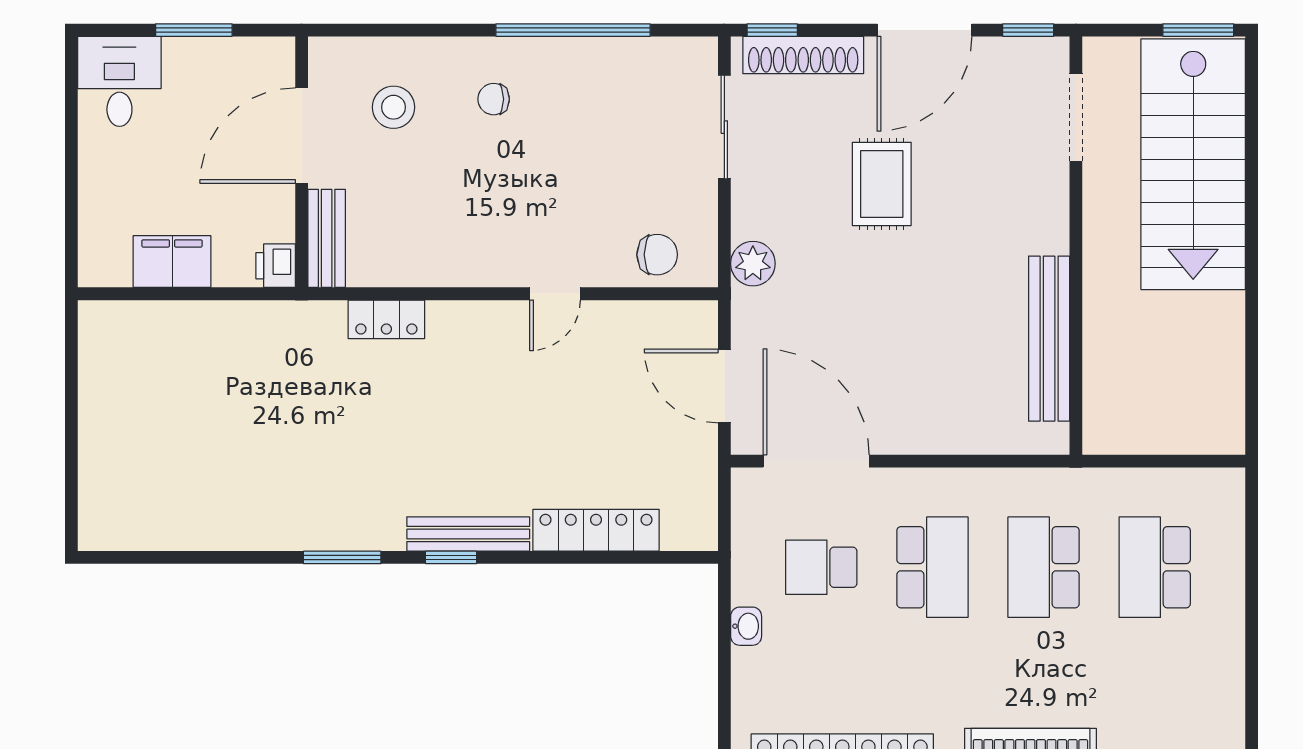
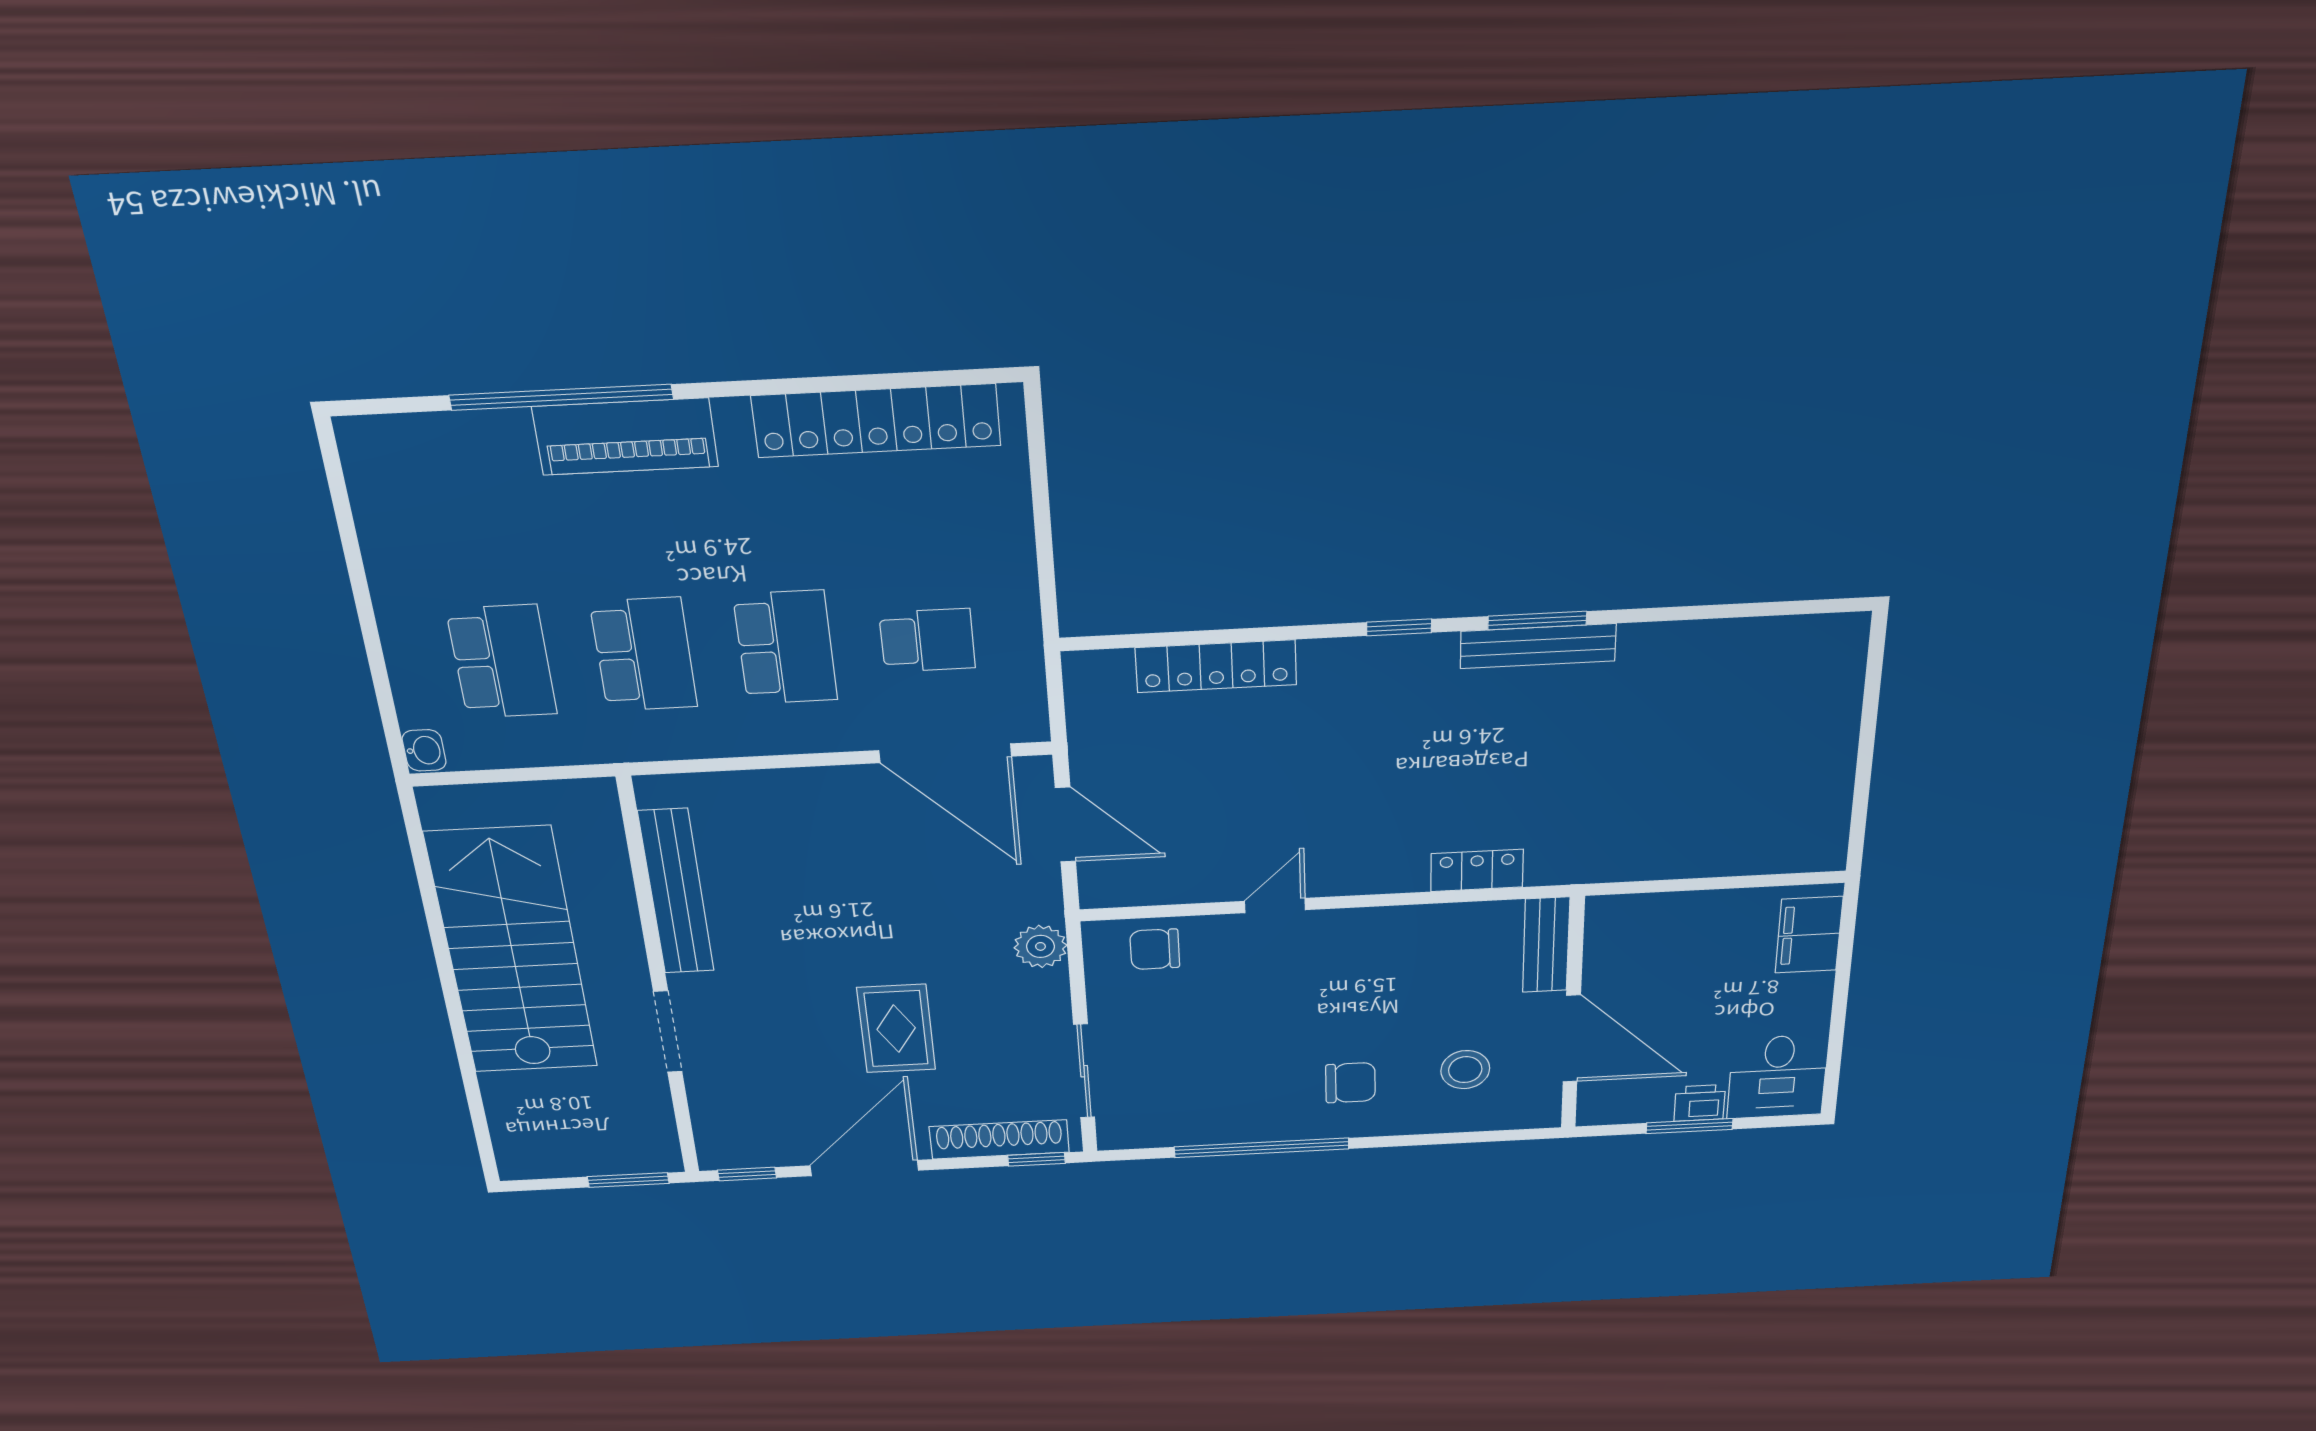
window: (1198, 30) -> (628, 1180), moved
chair: (494, 99) -> (1350, 1083), width x1.37, depth x1.37
doorway: (1076, 117) -> (668, 1032), moved
door: (302, 136) -> (1572, 1039), hinge flipped
stairs: (1193, 164) -> (512, 952), moved
filing cabinet: (172, 262) -> (1809, 935), moved, turned 90
printer: (276, 266) -> (1700, 1103), moved, turned -90
bench: (468, 534) -> (1538, 646), moved
school desk: (932, 567) -> (786, 647), turned 180
washbasin: (746, 626) -> (424, 750), moved, turned 180

